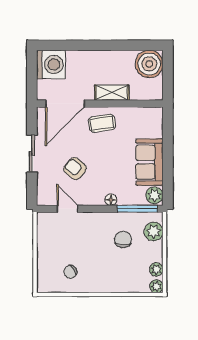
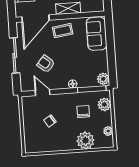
sliding door: (32, 154) -> (15, 55), width x1.37
sofa: (149, 162) -> (97, 34), moved
chair: (70, 272) -> (50, 121), moved
plant: (156, 286) -> (85, 140), moved, width x1.87, depth x1.87

